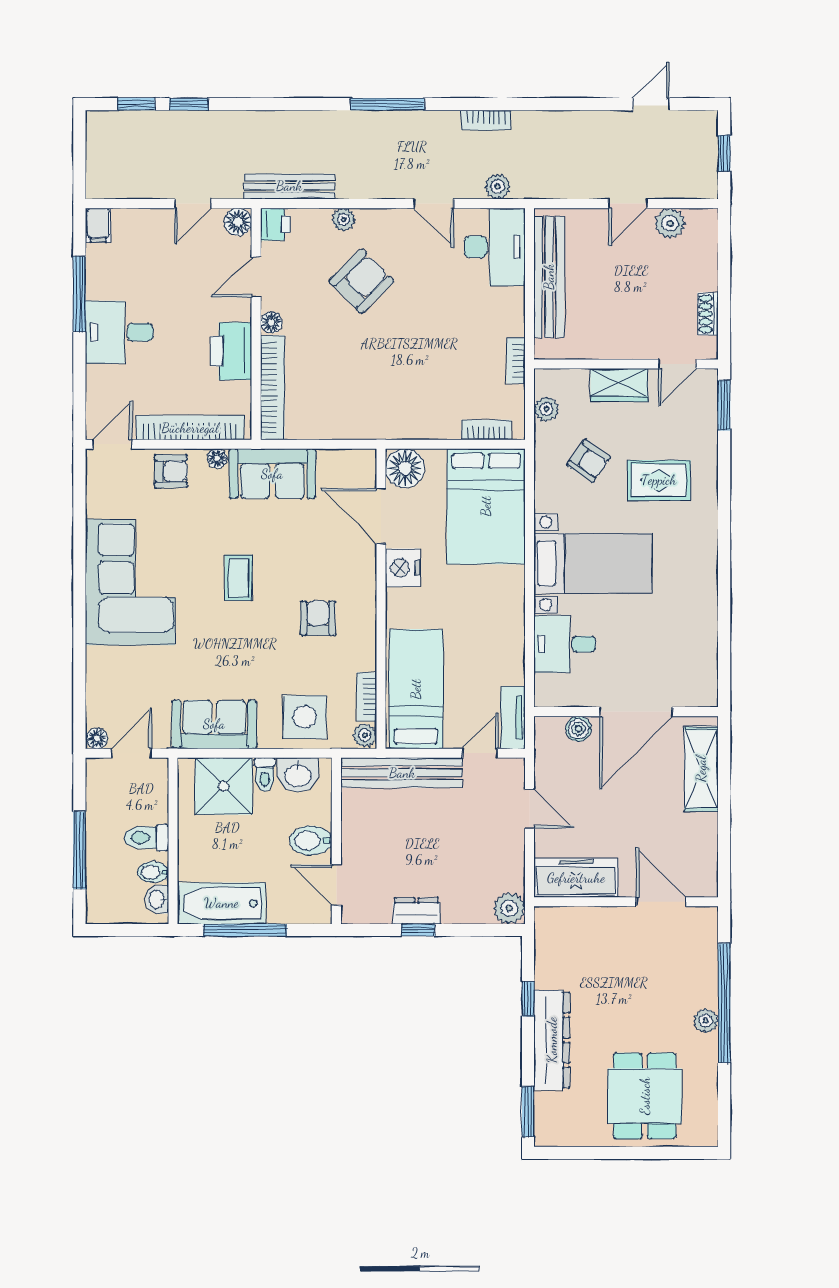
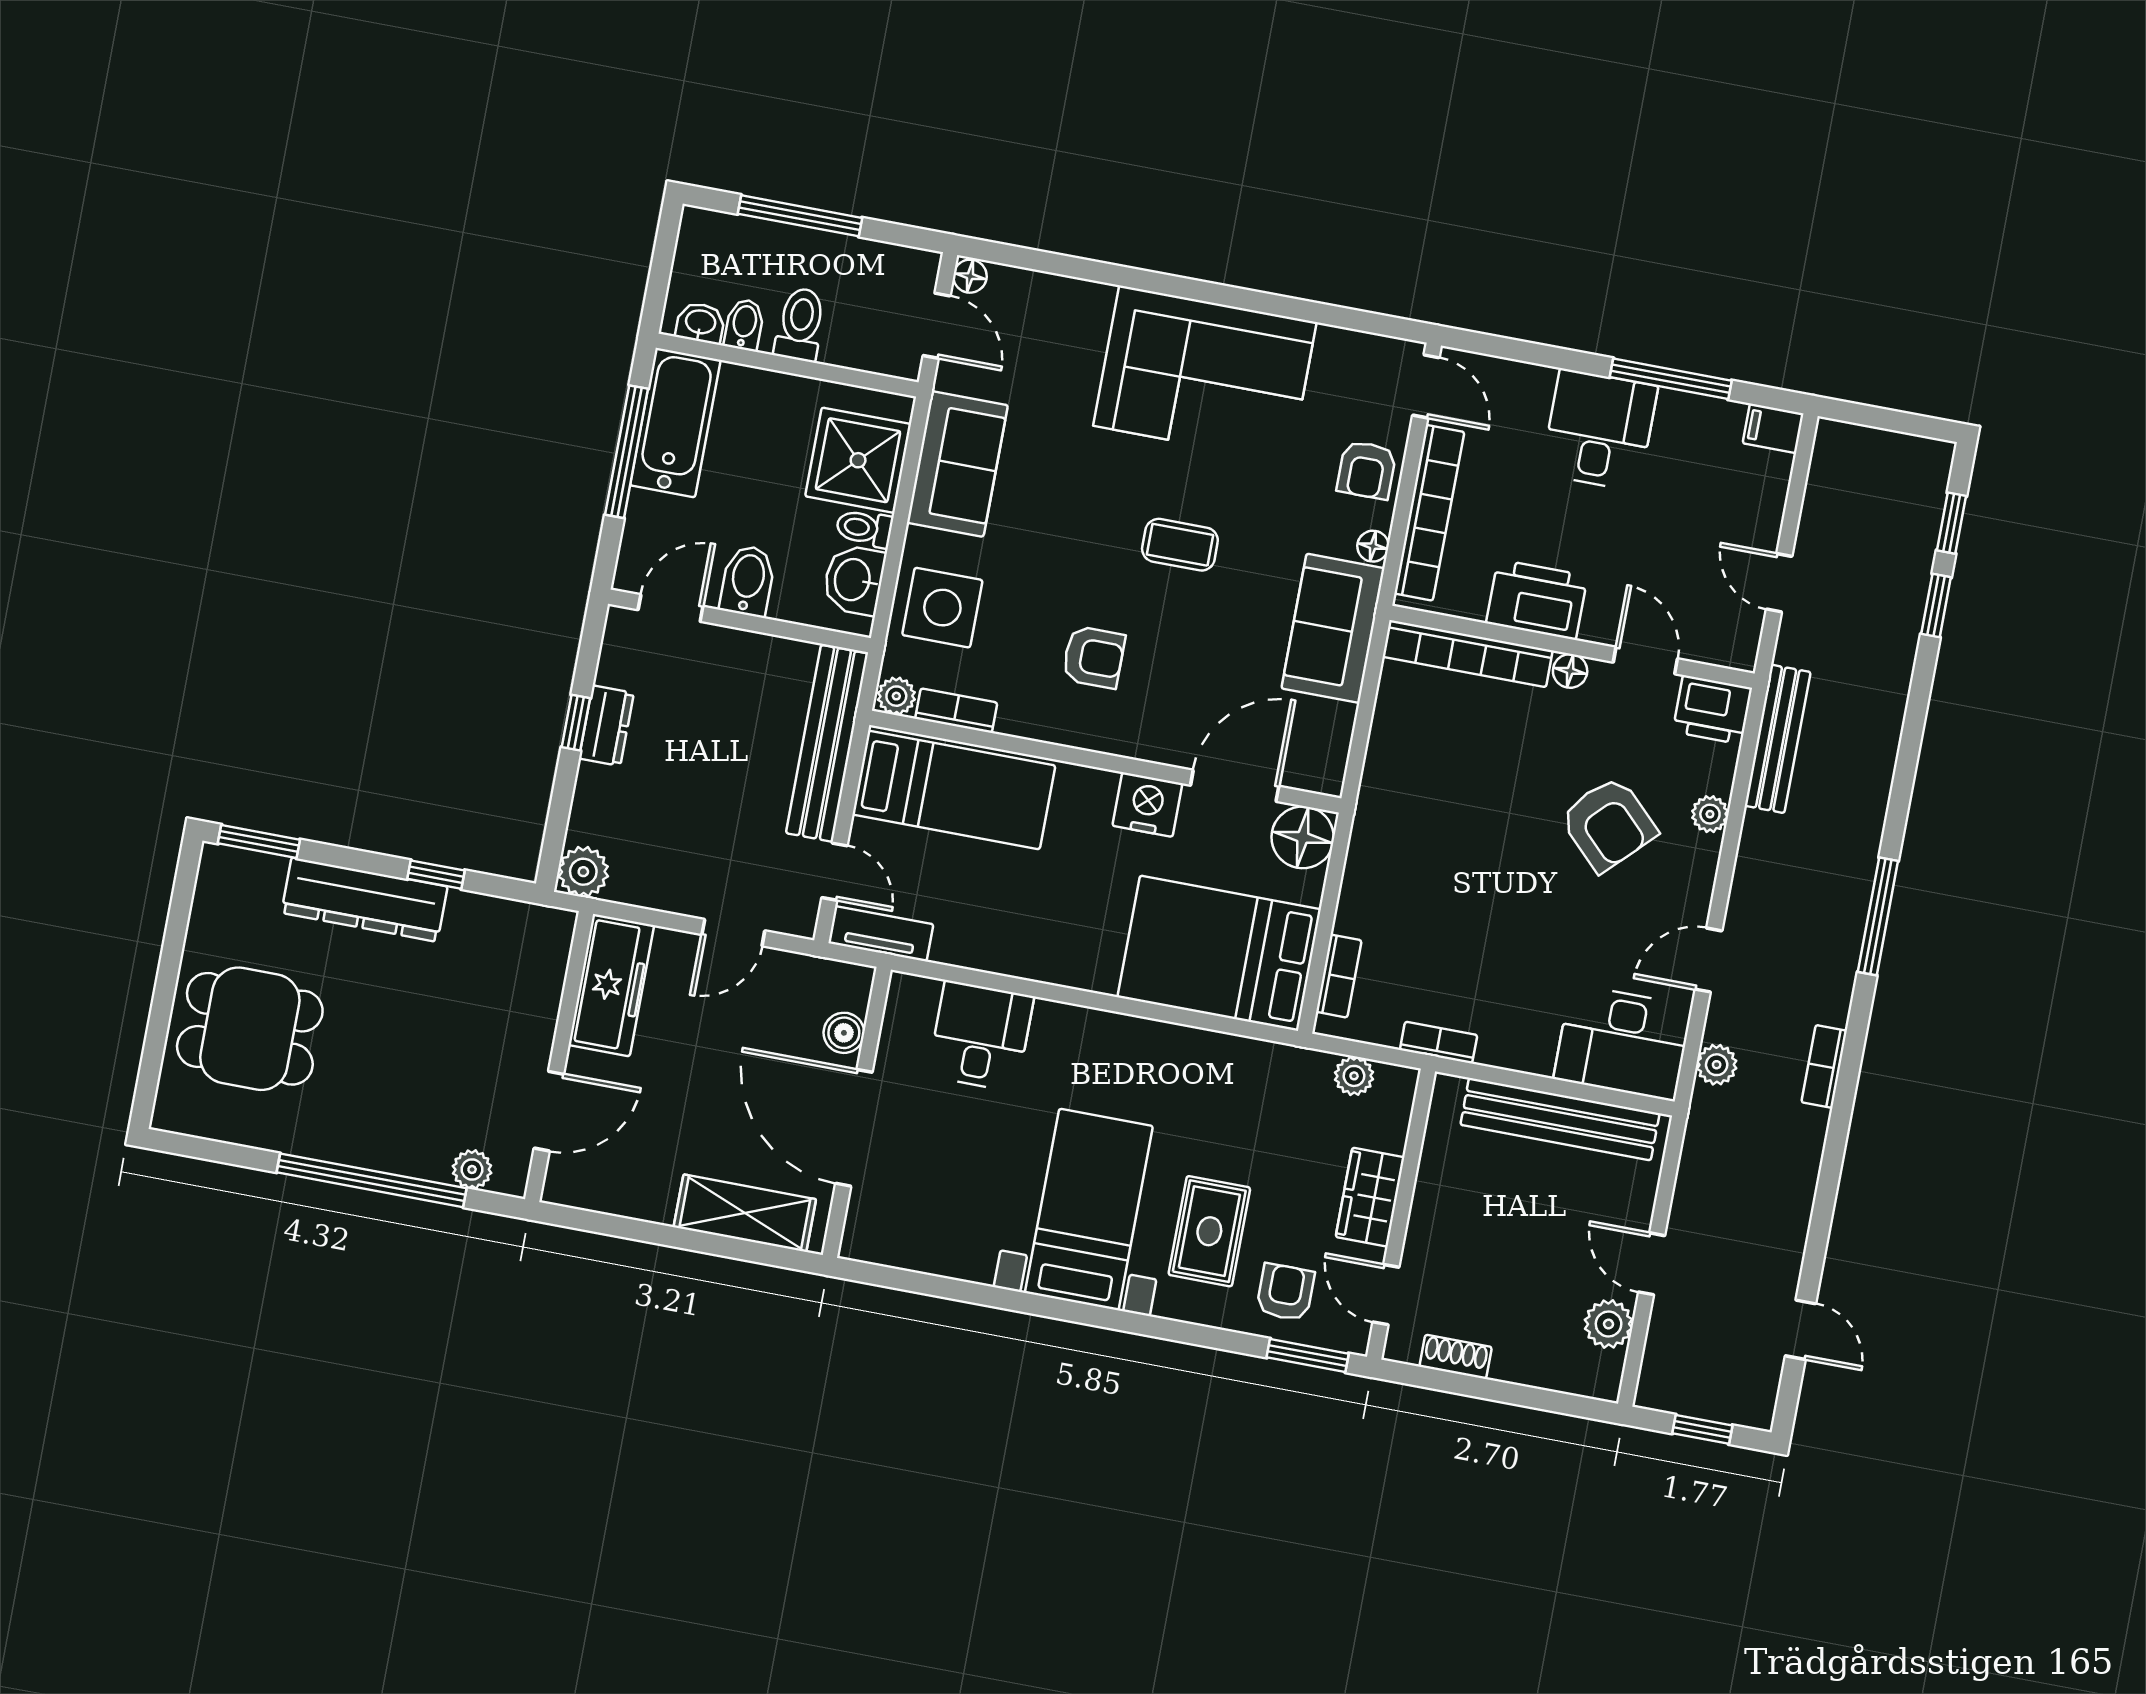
floor lamp: (238, 222) -> (1737, 648), removed
printer: (275, 224) -> (1712, 710), width x1.36, depth x1.24
armchair: (589, 461) -> (1285, 1292), moved, turned 145
bed with nightstands: (593, 563) -> (1089, 1209), moved, turned 180
plant: (706, 1021) -> (472, 1169), moved

